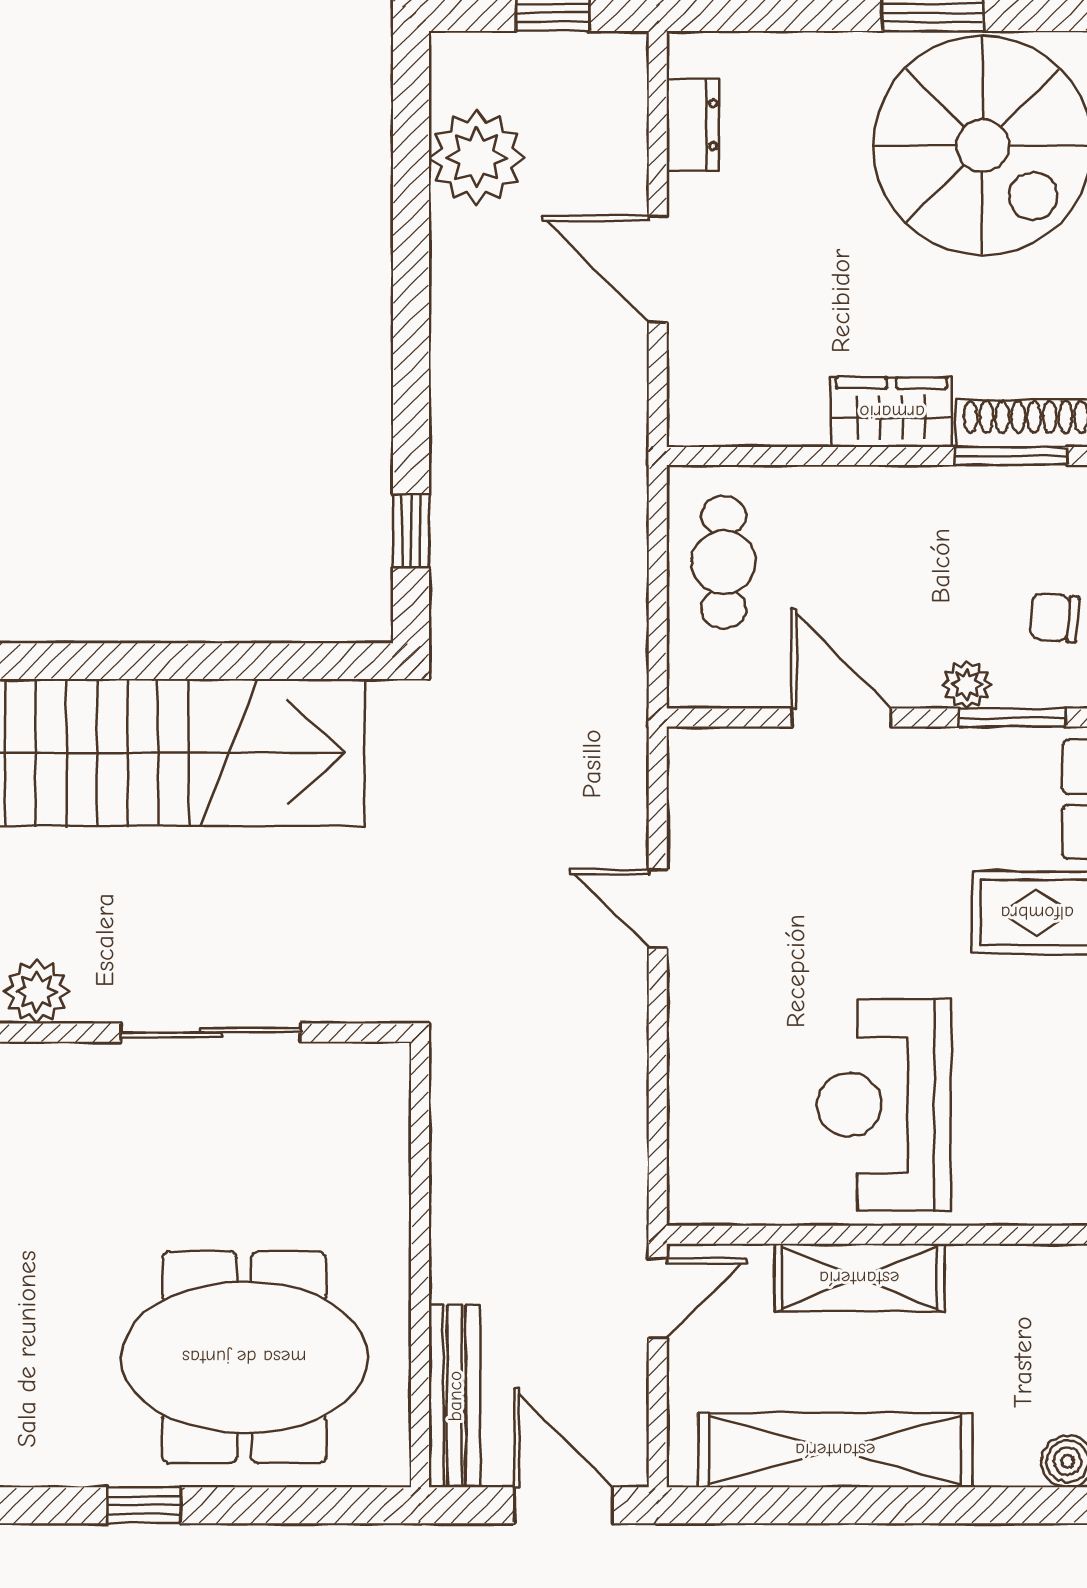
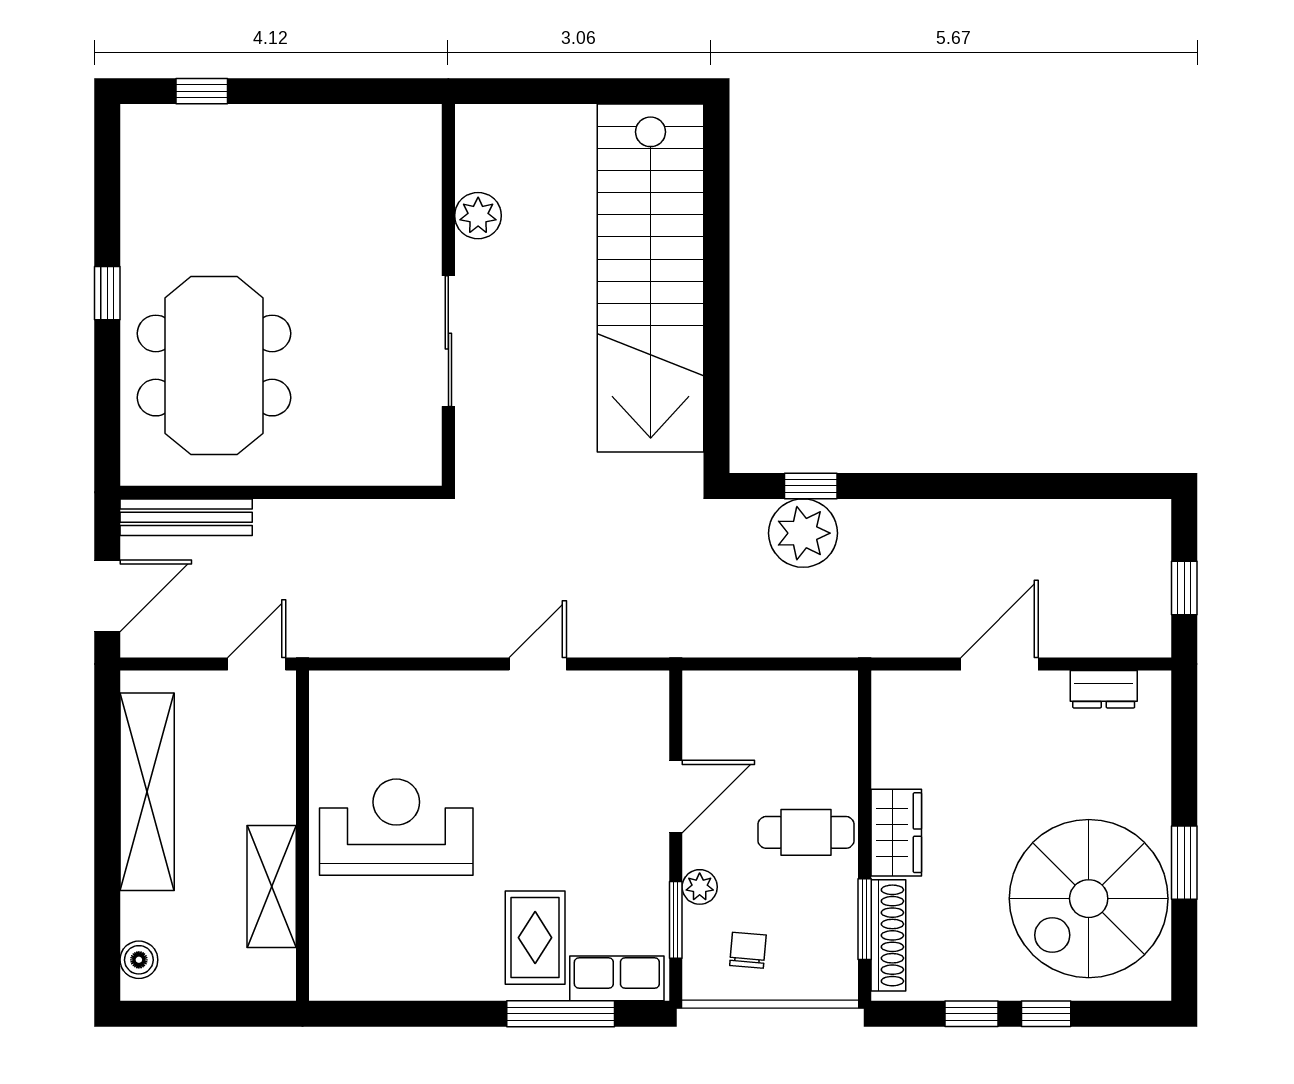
plant: (476, 157) -> (803, 533), moved
cafe table: (724, 562) -> (806, 832), moved
shelving: (859, 1278) -> (272, 887), moved
door: (658, 1298) -> (257, 664), swing flipped

